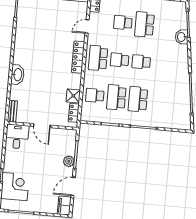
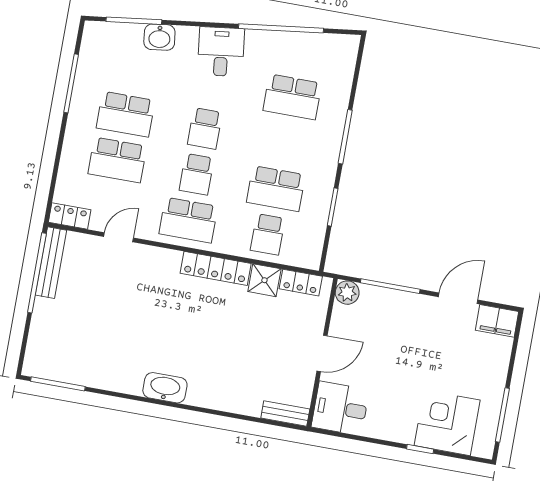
school desk: (123, 23) -> (117, 160), width x1.85
door: (87, 26) -> (119, 237), swing flipped
locker: (78, 57) -> (216, 268), moved
desk: (178, 66) -> (221, 52), added
washbasin: (17, 75) -> (165, 388), moved
school desk: (138, 99) -> (292, 97), moved
plant: (69, 161) -> (347, 293), moved
door: (73, 187) -> (458, 298), swing flipped

